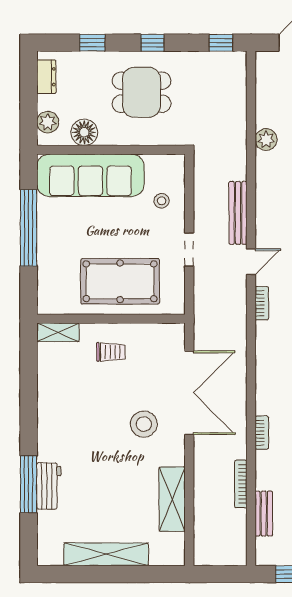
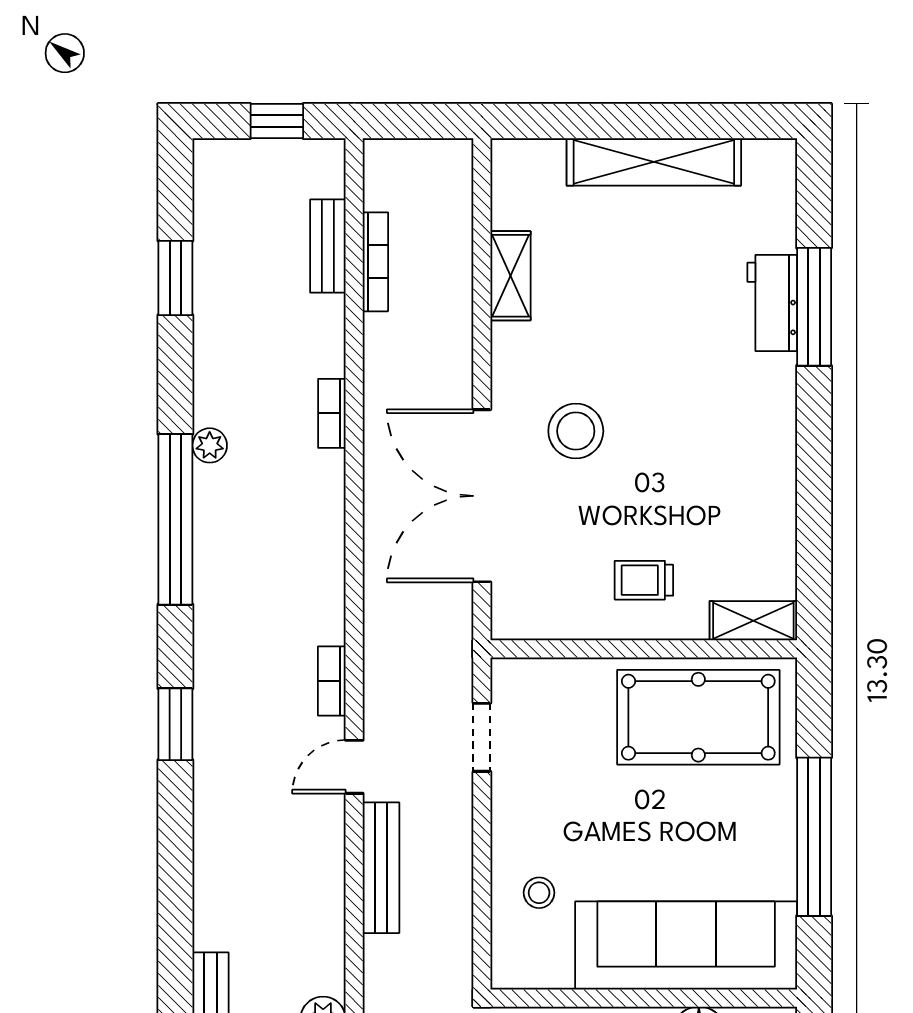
doorway: (189, 249) -> (482, 737), moved
pool table: (120, 281) -> (698, 717), moved
bookcase: (241, 484) -> (375, 262), moved
shelving: (172, 499) -> (510, 276), width x0.67, depth x0.75

